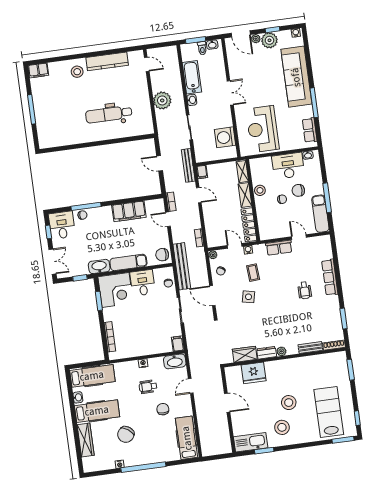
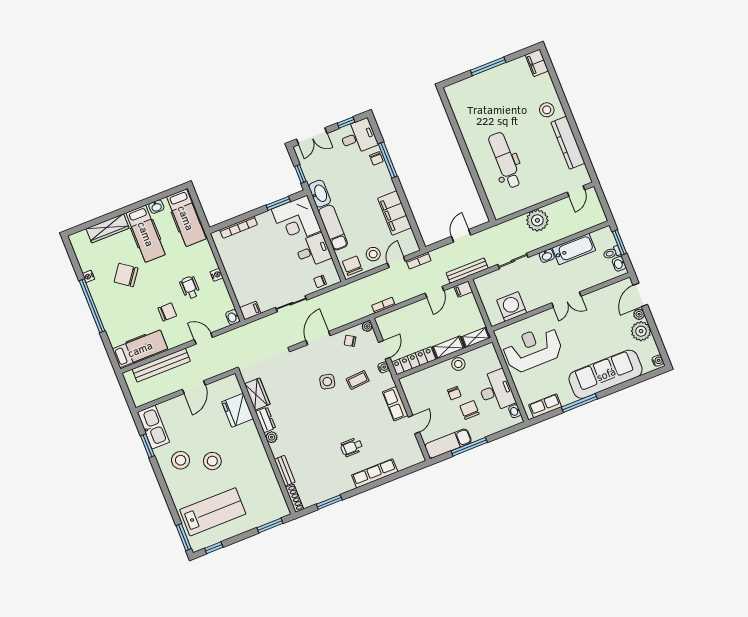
window: (273, 30) -> (655, 332), removed
stool: (157, 236) -> (373, 254), added
bench: (182, 266) -> (161, 365), moved
washbasin: (175, 361) -> (233, 317), width x0.52, depth x0.69

